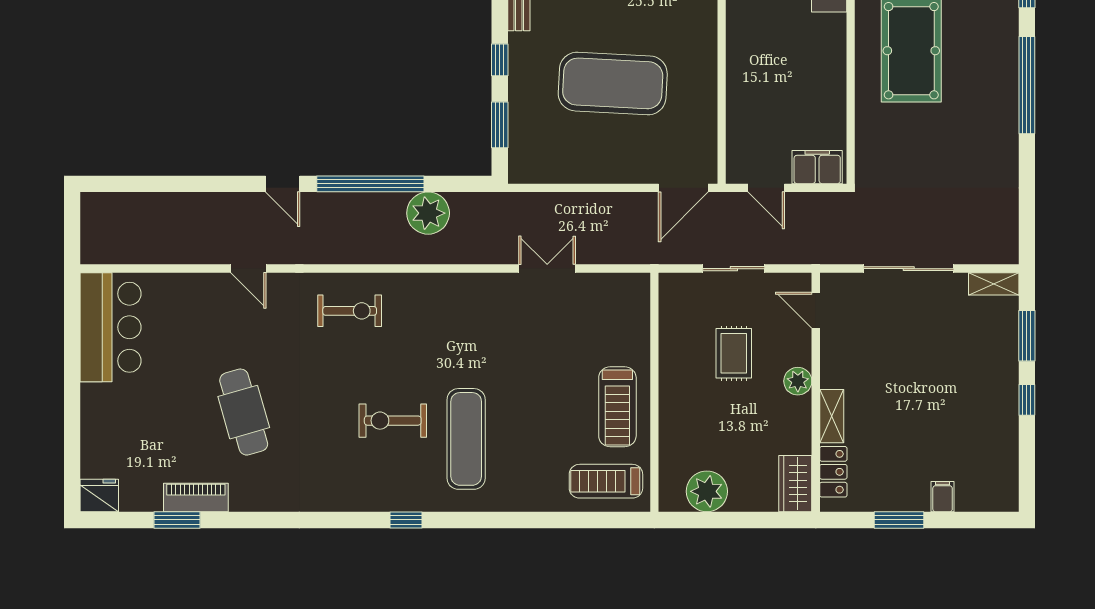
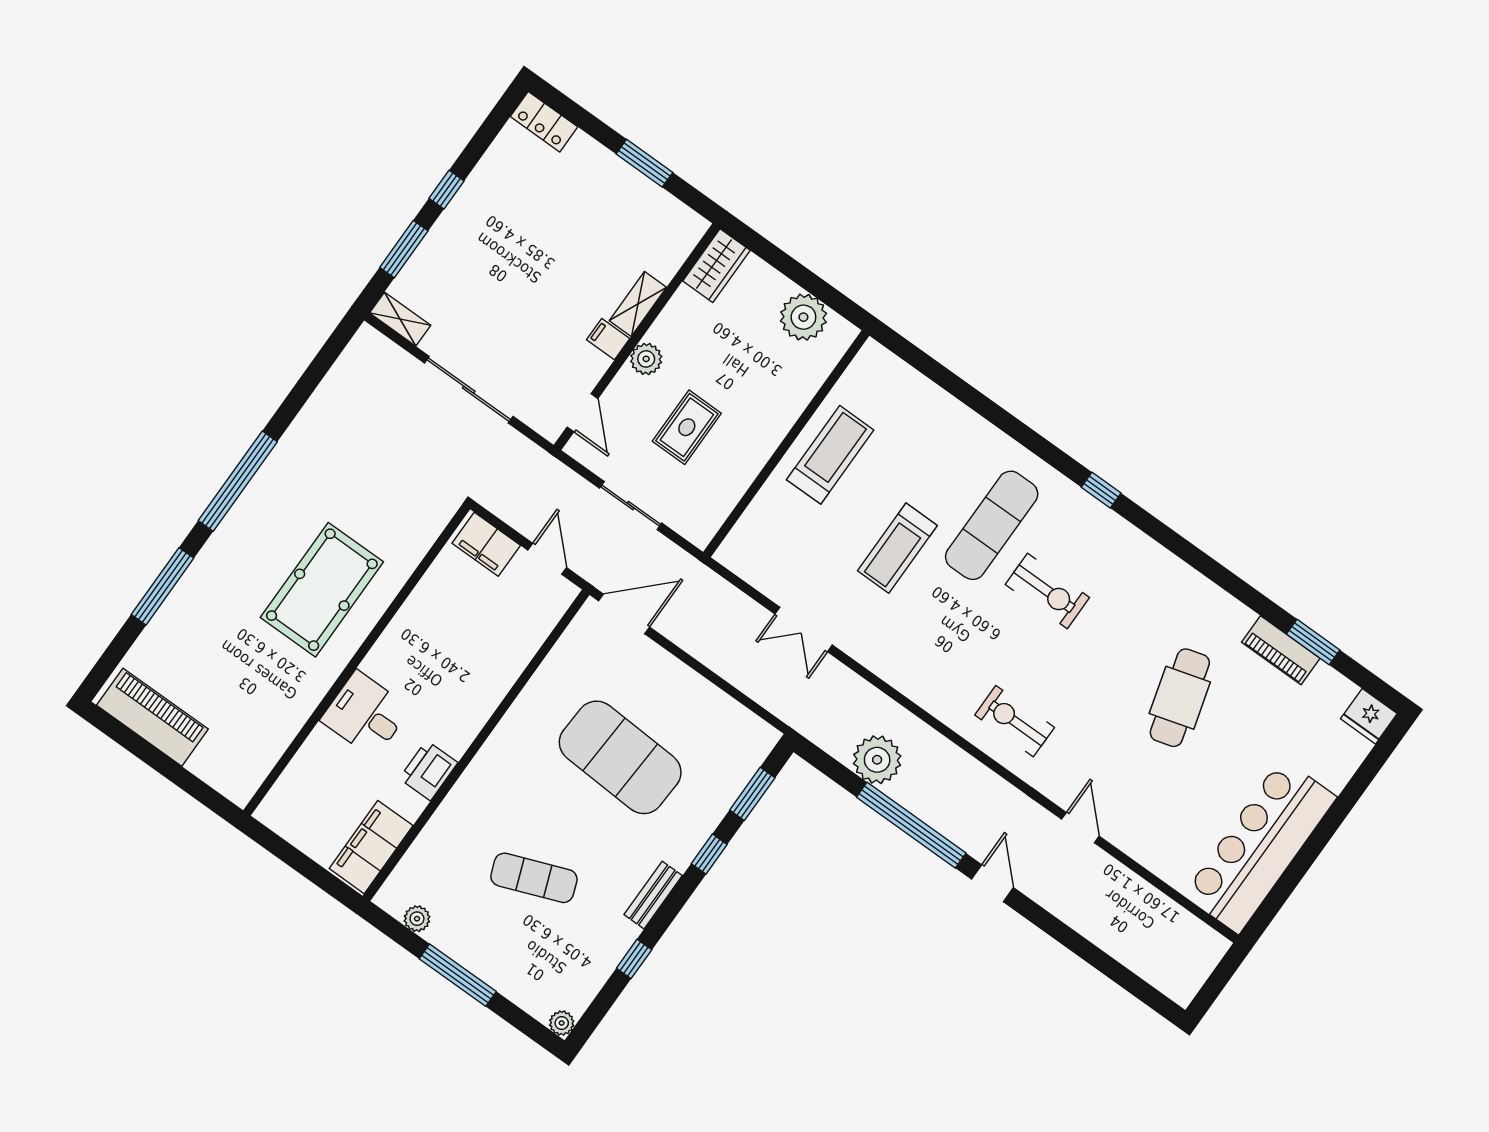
bar counter: (111, 327) -> (1260, 846), width x1.36
locker: (833, 472) -> (544, 122), moved, turned -90
treadmill: (606, 481) -> (897, 548), moved, turned 90
filing cabinet: (943, 497) -> (608, 339), moved, turned 90

